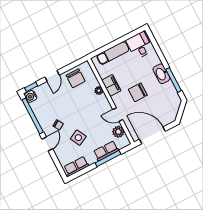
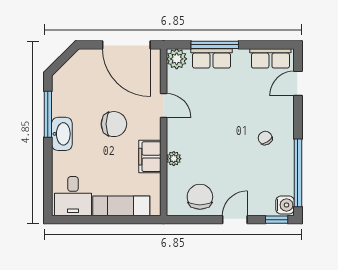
plant: (118, 132) -> (177, 59), moved
side table: (78, 138) -> (244, 102), removed
door: (47, 144) -> (298, 83), moved

